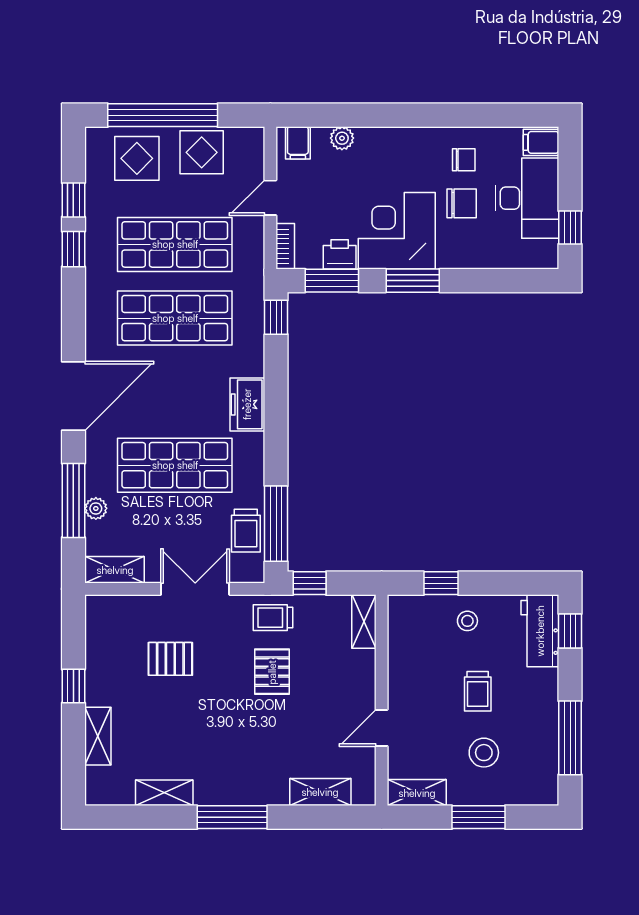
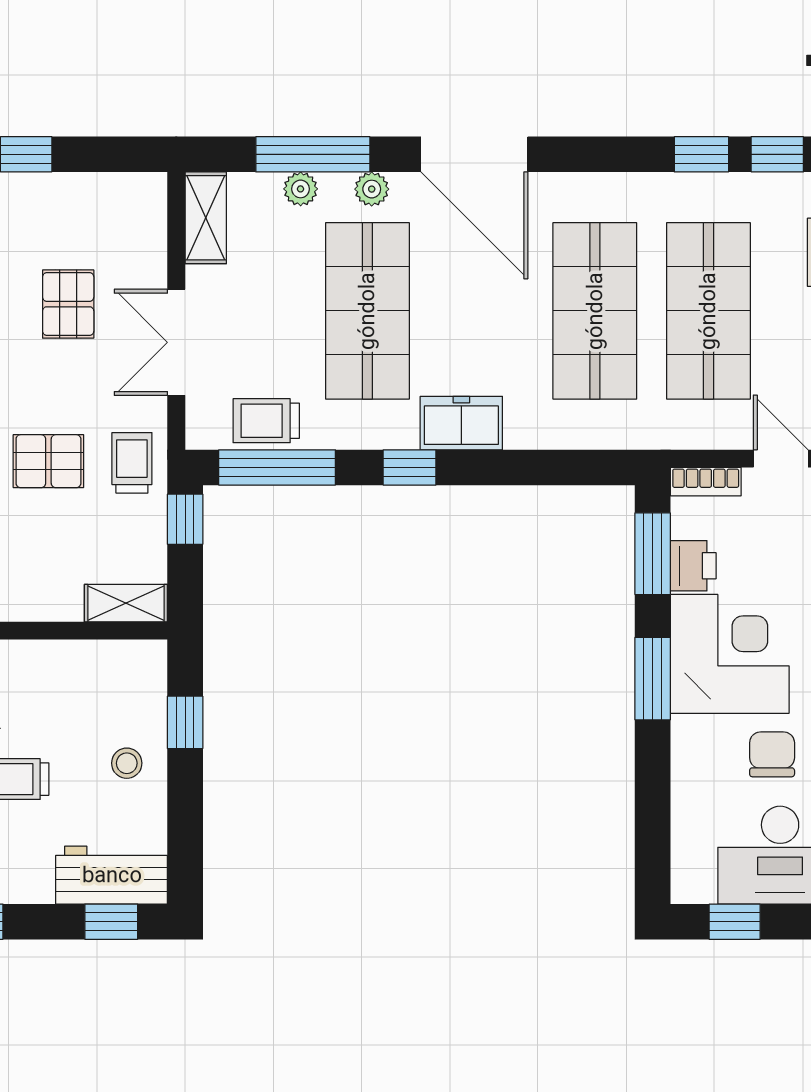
chair: (462, 203) -> (772, 754), turned 180
window: (276, 317) -> (410, 467), moved
plant: (96, 462) -> (372, 189), added
double door: (195, 589) -> (176, 342), swing flipped

